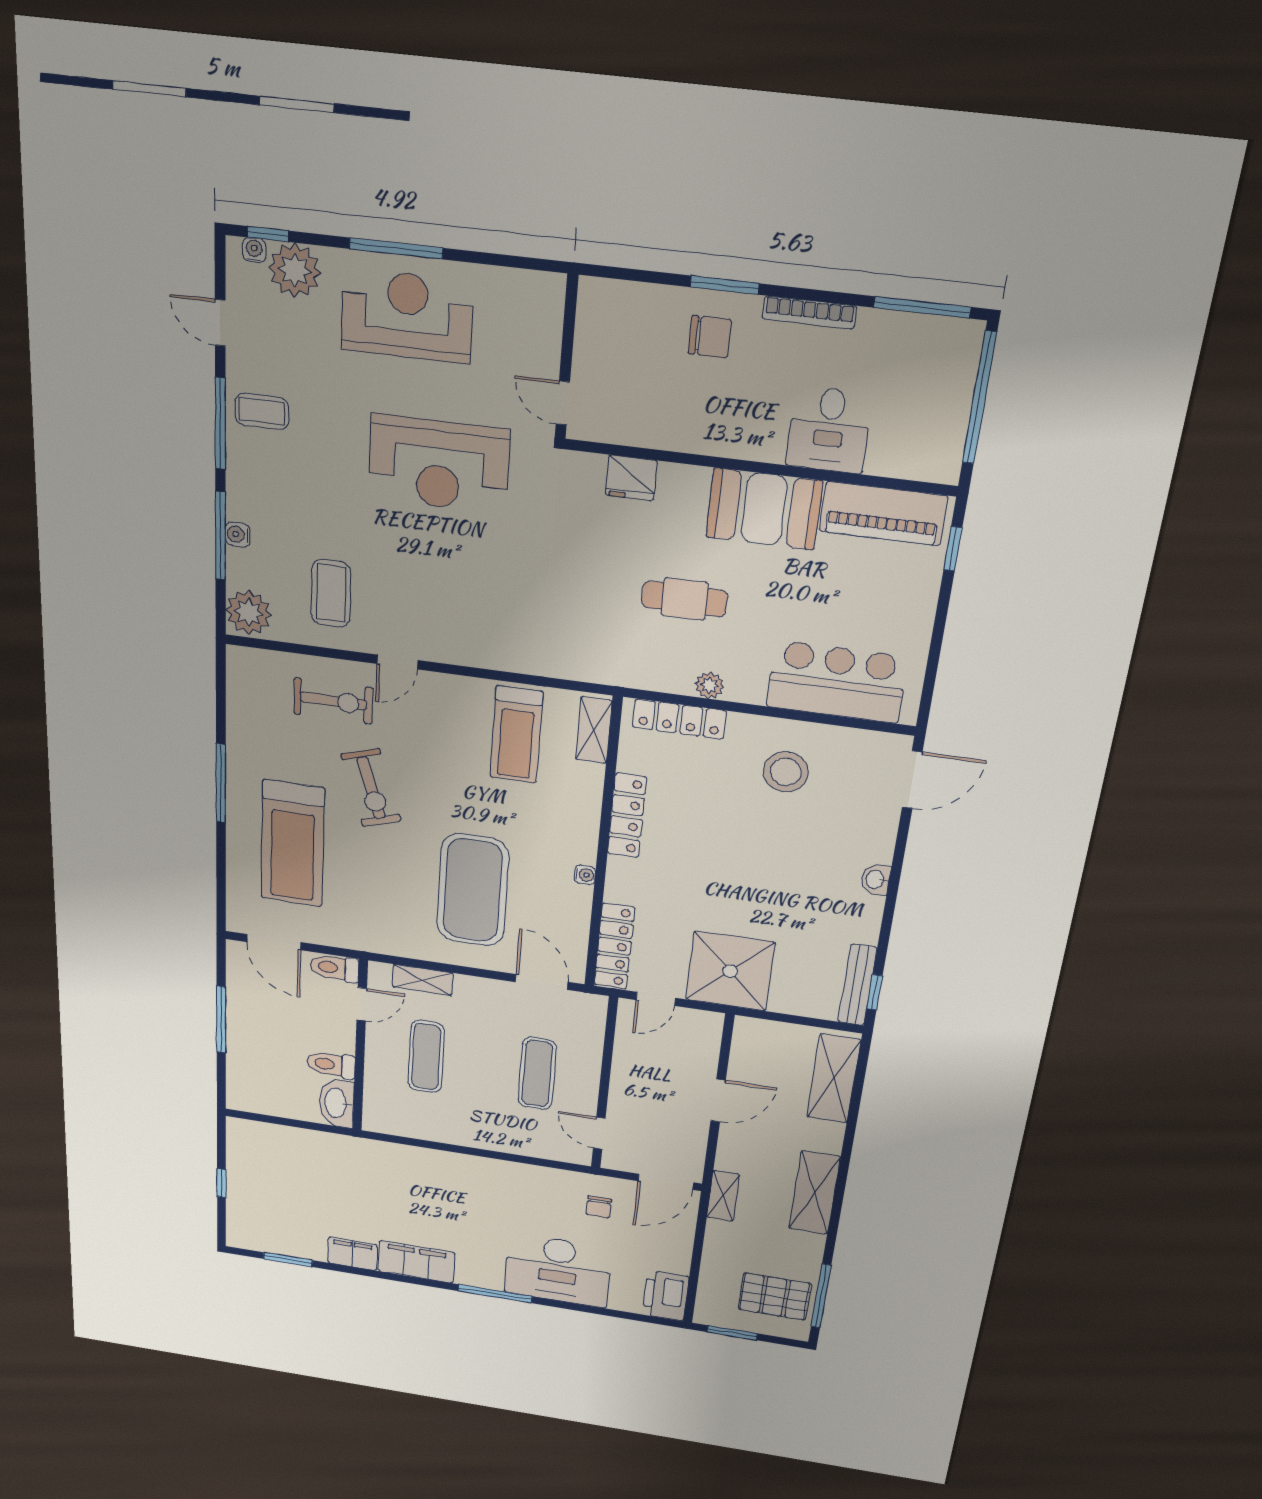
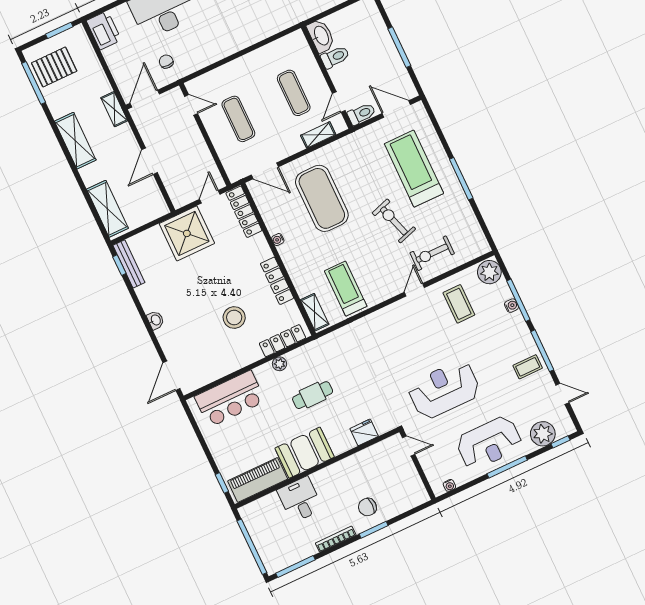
water cooler: (254, 250) -> (449, 485), moved
stool: (786, 772) -> (234, 318), moved

